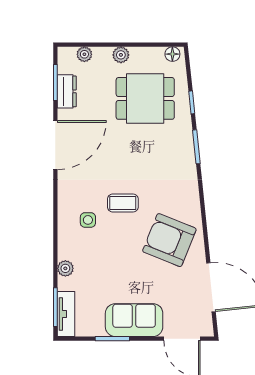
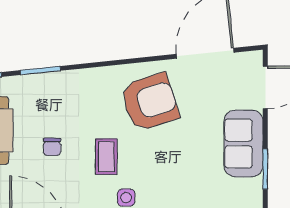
chair: (131, 157) -> (52, 147), added
armchair: (169, 240) -> (150, 102), turned -130

